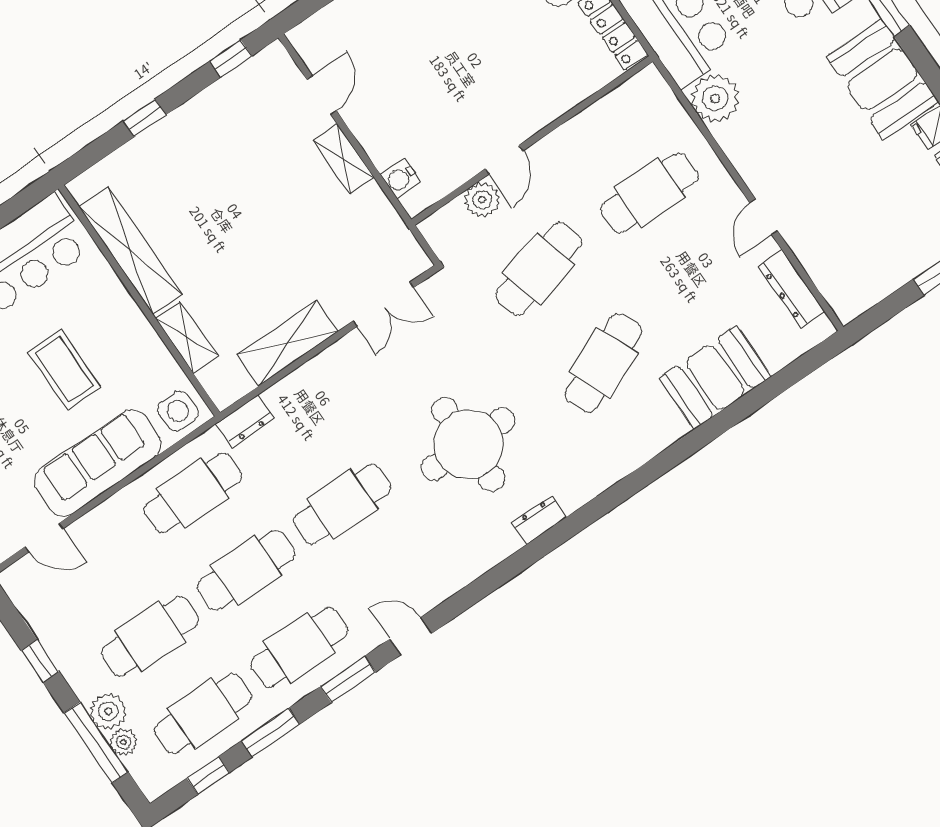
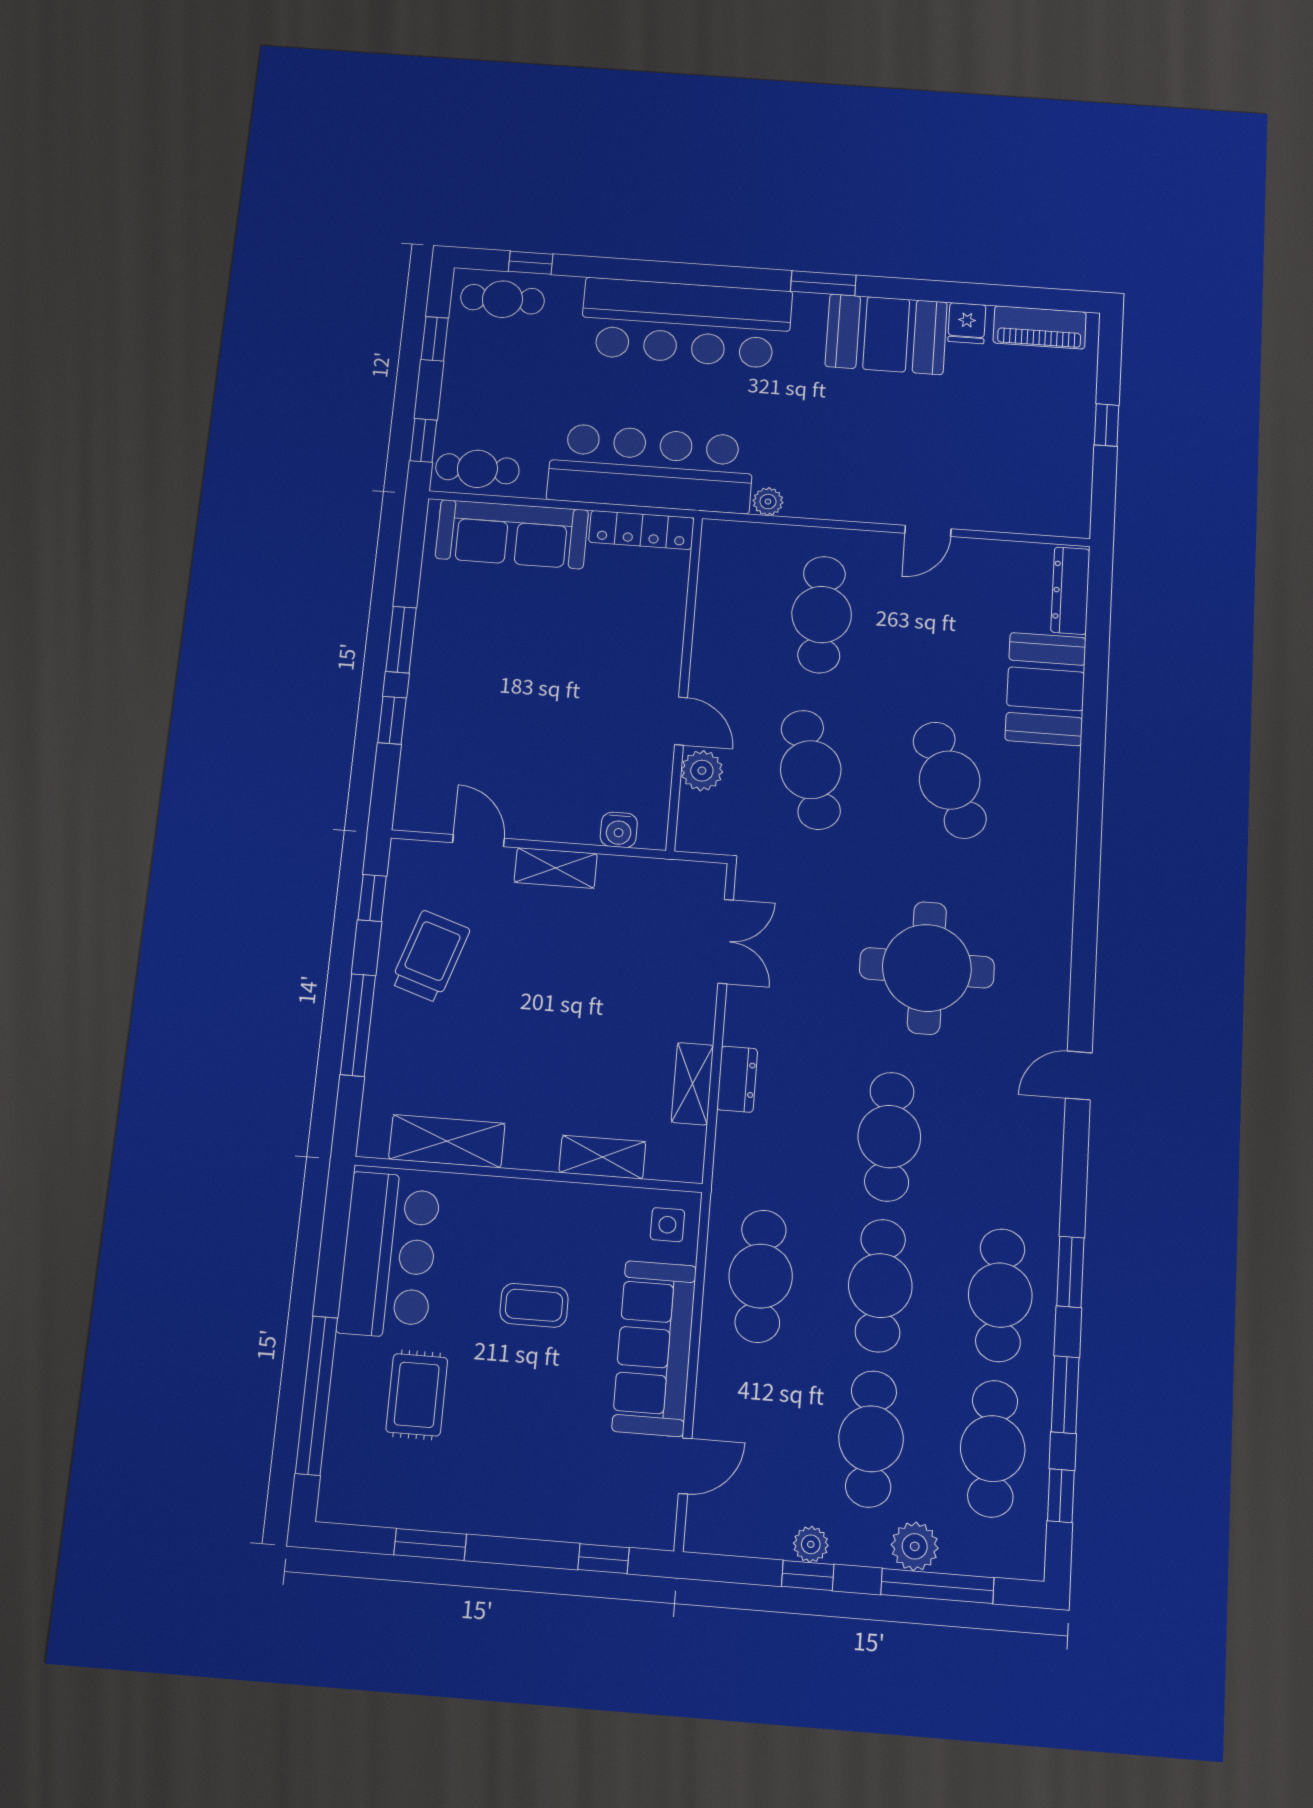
plant: (715, 98) -> (768, 502), width x0.53, depth x0.53
window: (145, 118) -> (358, 1025), width x2.17
trolley: (224, 127) -> (430, 956), added
door: (764, 217) -> (928, 531), hinge flipped
shelving: (130, 251) -> (447, 1141), width x0.68
dresser: (792, 289) -> (1070, 591), moved, turned 90
shelving: (287, 343) -> (692, 1084), width x0.67, depth x0.75
coffee table: (64, 369) -> (534, 1305), width x0.73, depth x0.77
side table: (178, 411) -> (667, 1225), width x0.73, depth x0.73
dresser: (245, 421) -> (737, 1079), moved
dresser: (540, 520) -> (1055, 958), removed
door: (411, 636) -> (1079, 1076), moved
plant: (124, 742) -> (811, 1544), moved

